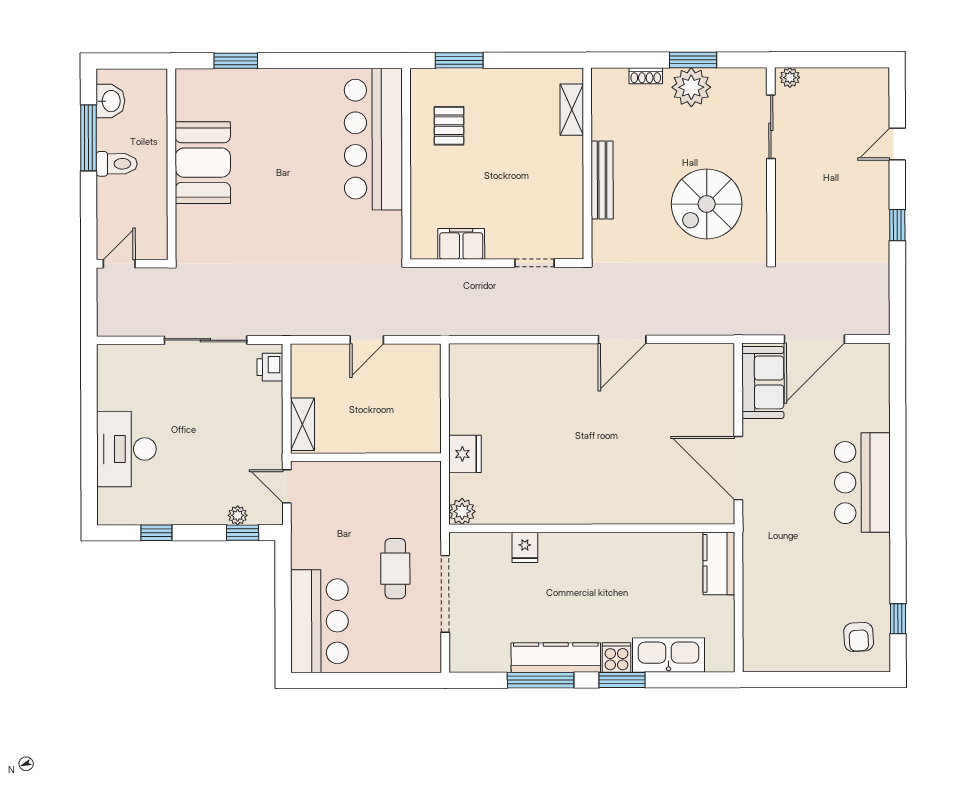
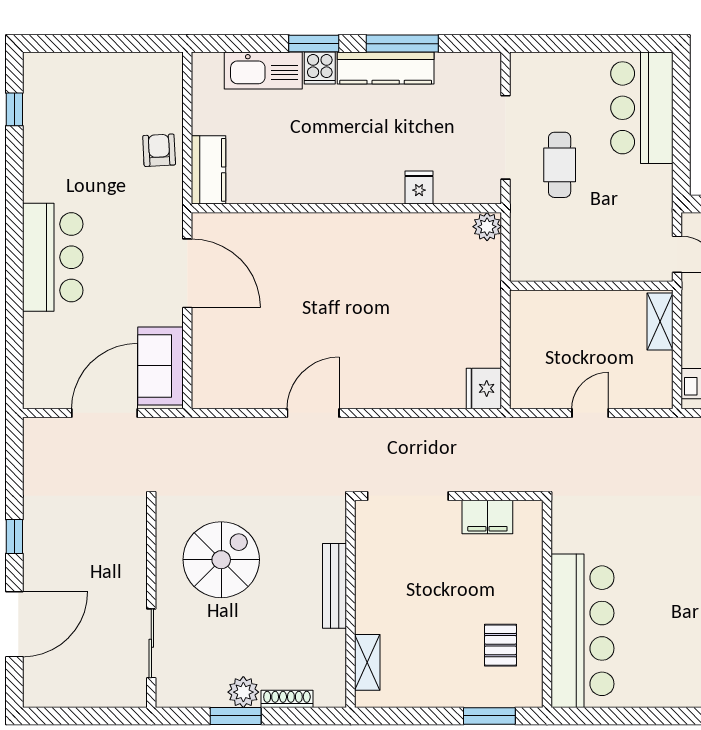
shoe rack: (646, 76) -> (287, 699), width x1.43
plant: (790, 78) -> (131, 697), removed
plant: (691, 87) -> (243, 692), width x0.73, depth x0.73
door: (897, 144) -> (14, 624), width x1.87
doorway: (535, 263) -> (408, 496), width x1.88
fridge: (465, 454) -> (484, 388), moved
armchair: (859, 637) -> (159, 150), moved

